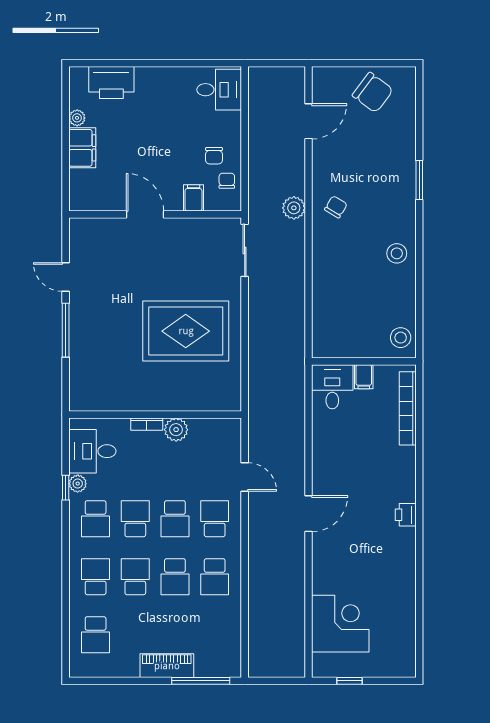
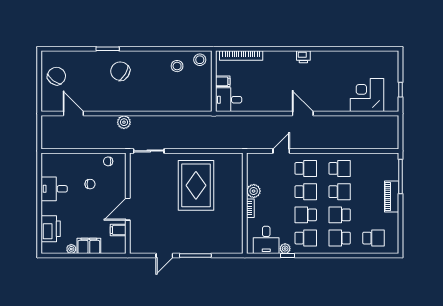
desk: (219, 90) -> (54, 189), moved, turned -90
chair: (214, 156) -> (90, 184), moved
filing cabinet: (194, 198) -> (118, 230), moved
chair: (336, 207) -> (120, 71), moved, width x1.87, depth x1.87
stool: (397, 253) -> (177, 66), moved
school desk: (215, 519) -> (306, 168), turned 180

